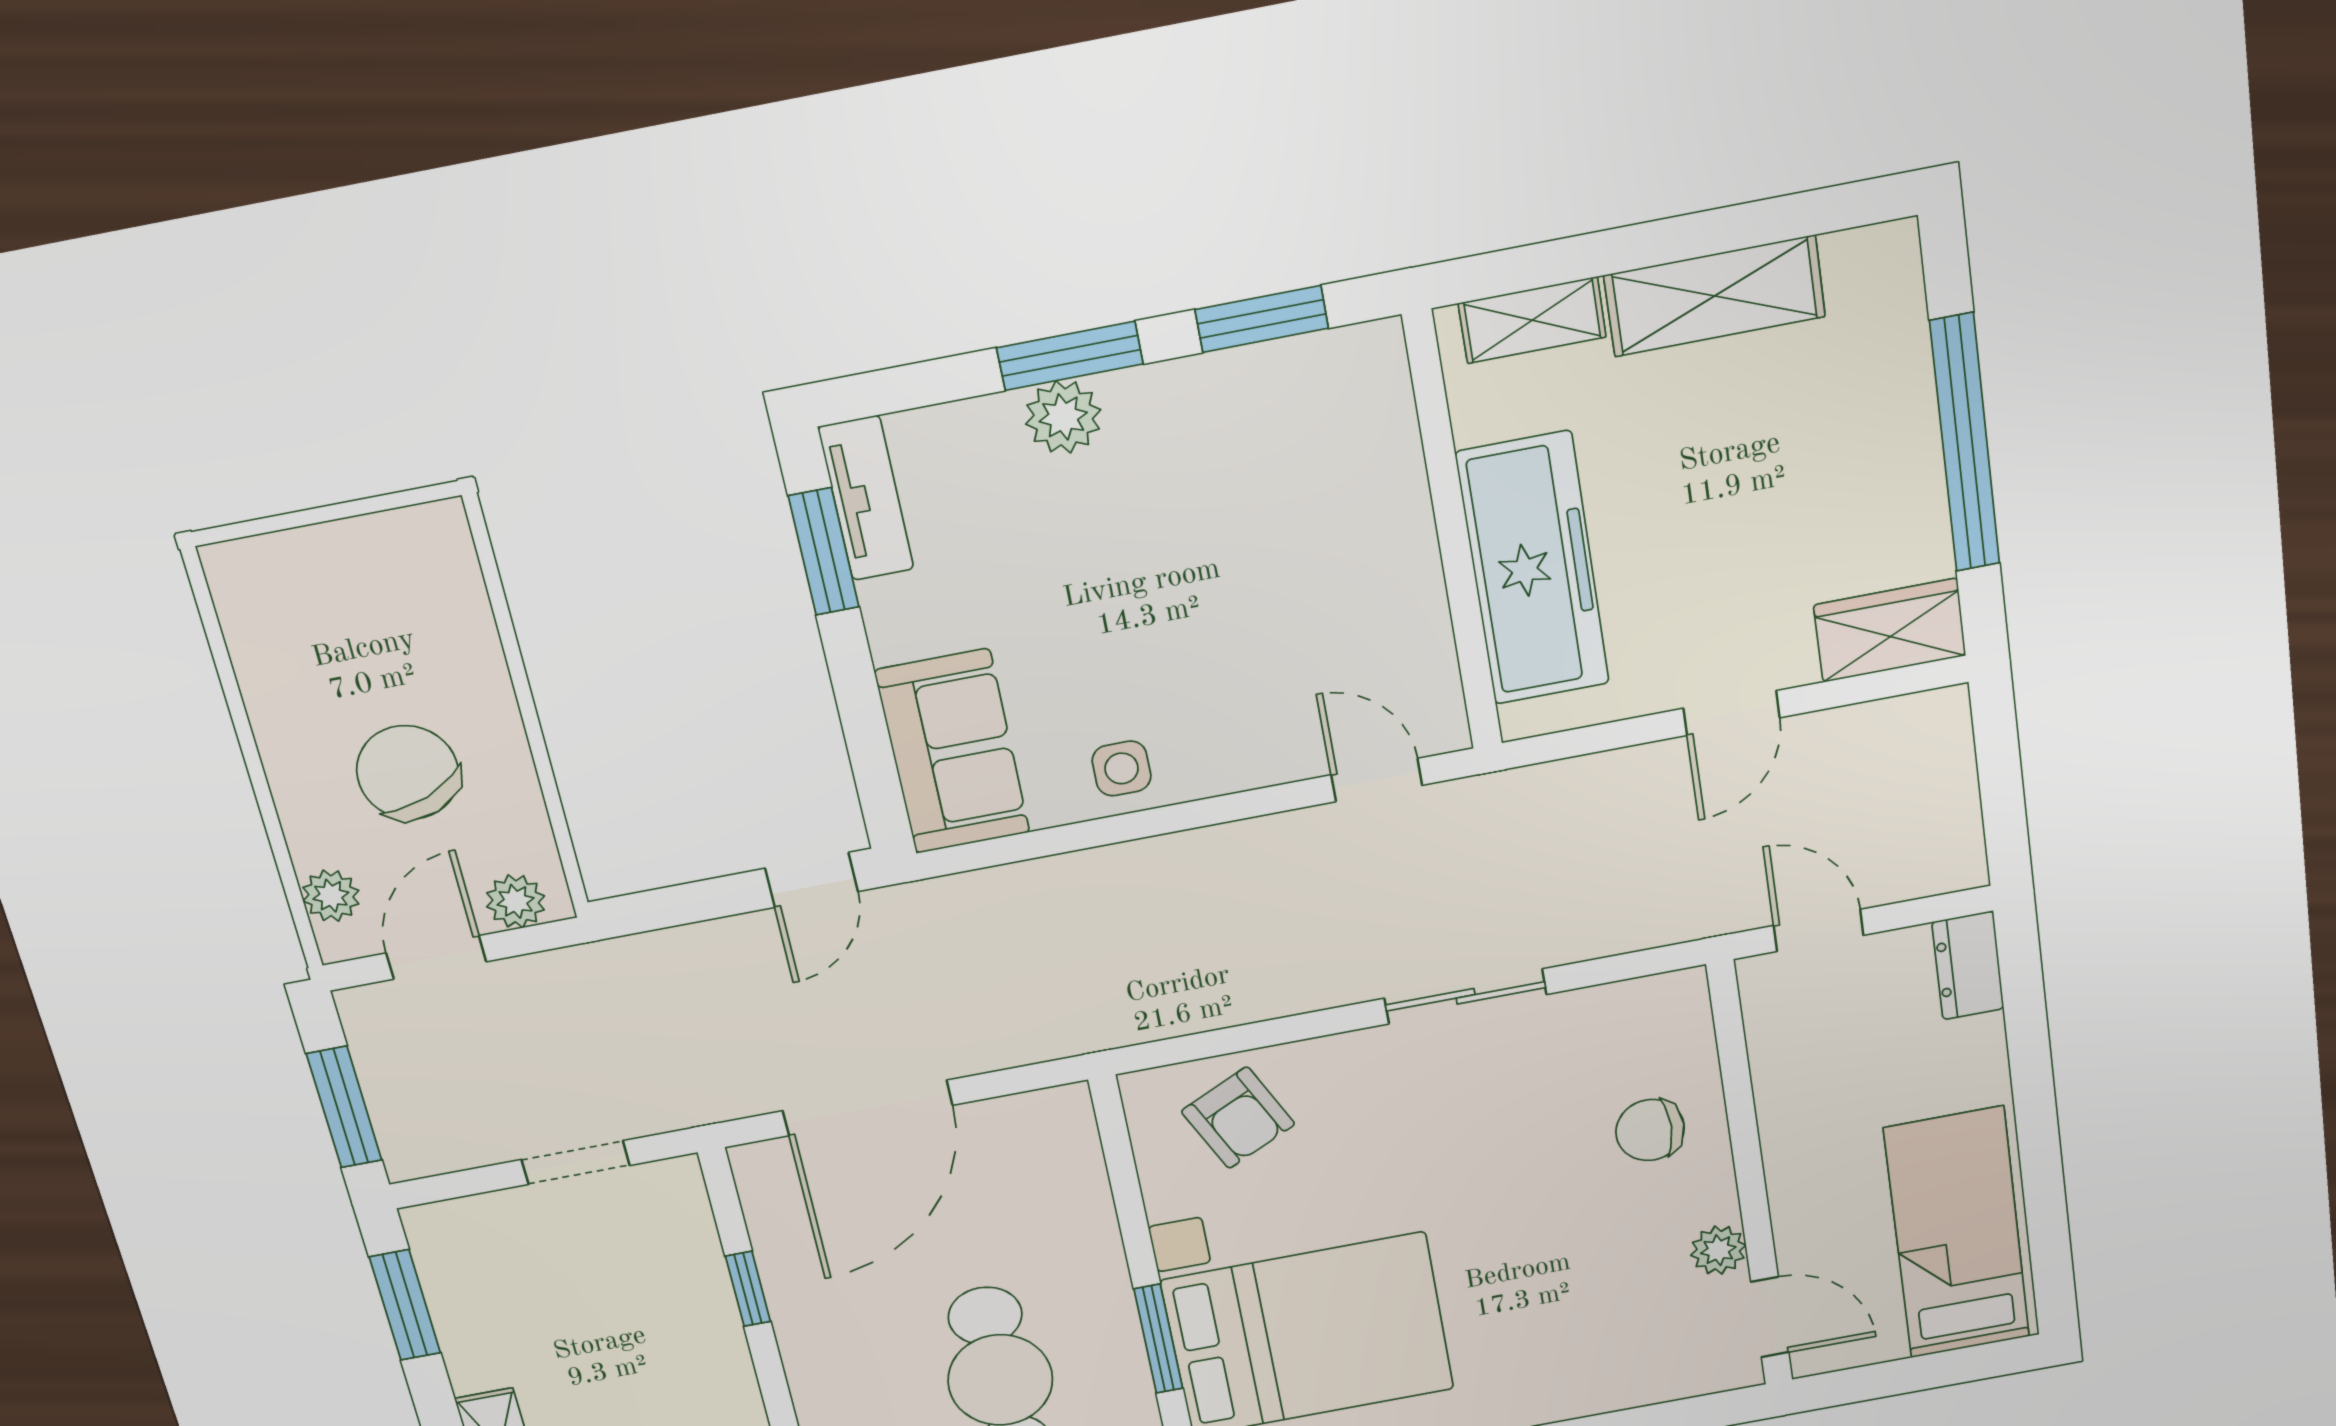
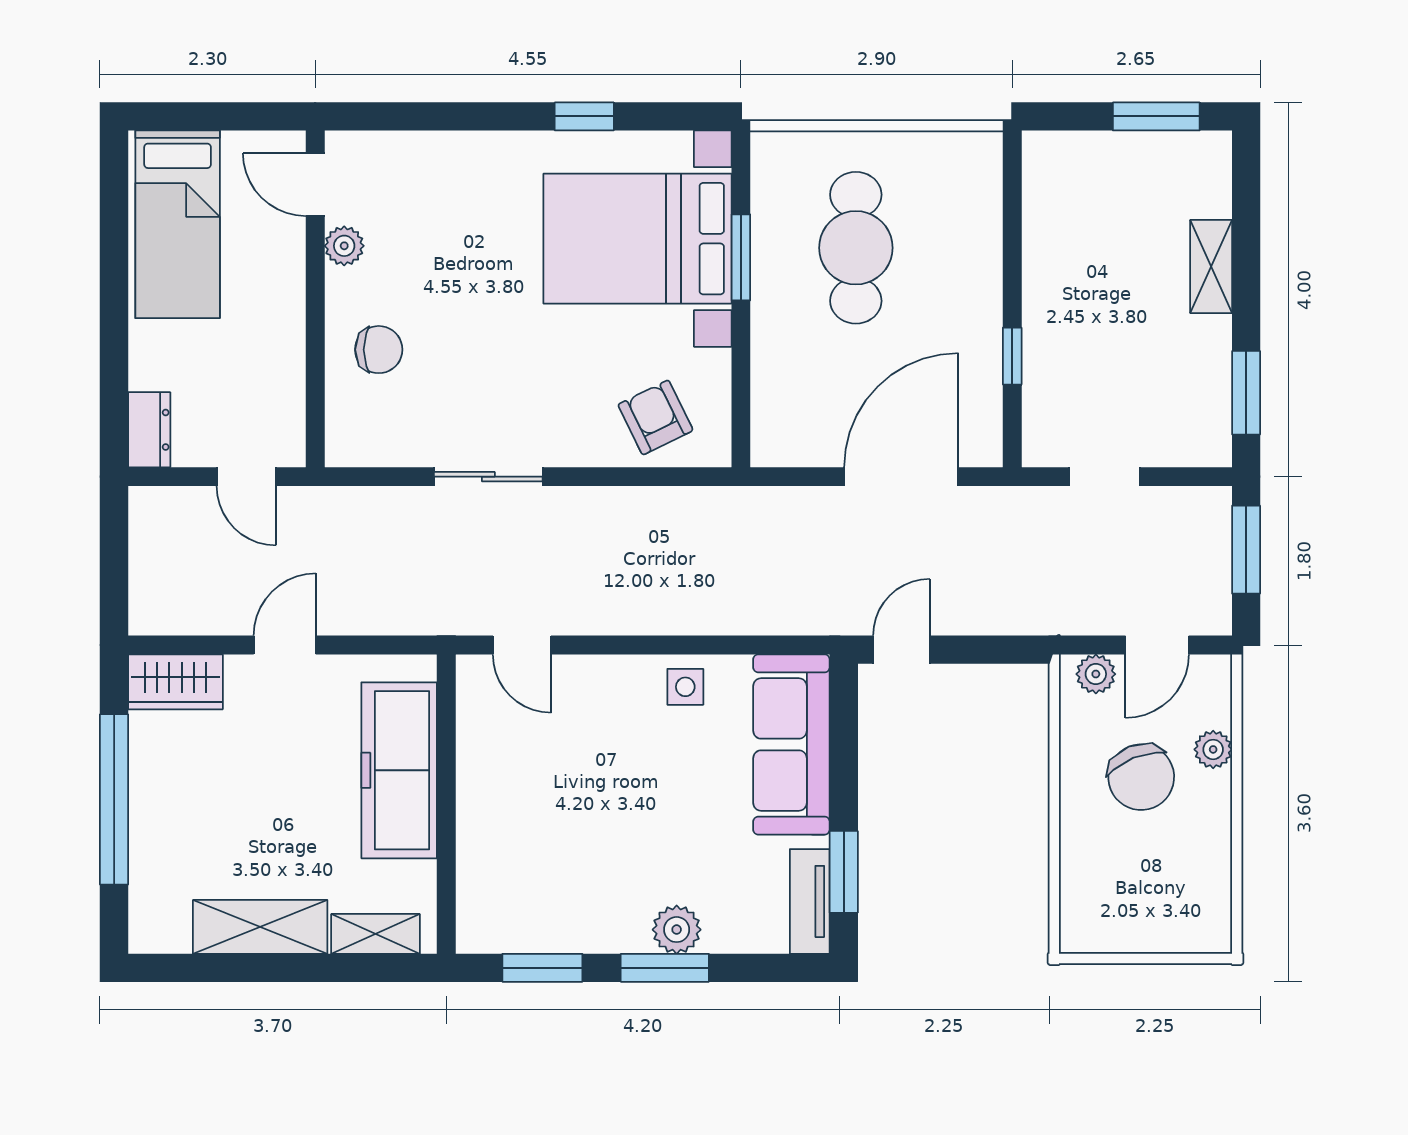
sofa: (953, 752) -> (791, 744), width x1.36
plant: (331, 896) -> (1213, 749), moved

